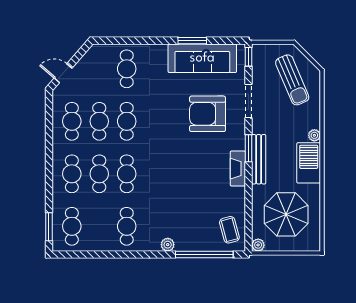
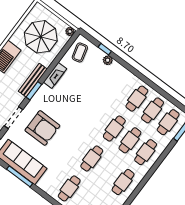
window: (192, 41) -> (20, 176), width x1.44
cafe table: (99, 121) -> (153, 110), moved
fireplace: (238, 169) -> (55, 75), moved
plant: (168, 245) -> (108, 60), moved
window: (204, 255) -> (105, 49), width x0.32

